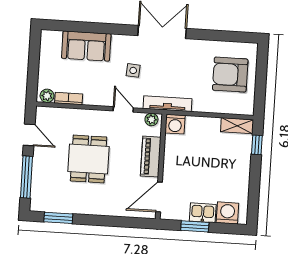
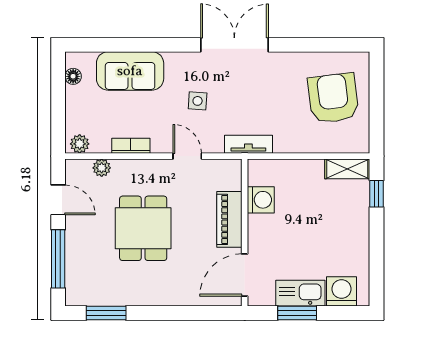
floor lamp: (45, 47) -> (73, 76), added
armchair: (230, 75) -> (333, 98), turned 83
bookcase: (69, 99) -> (131, 146), moved
tv unit: (168, 104) -> (248, 144), width x0.71
plant: (151, 120) -> (102, 168), moved
washing machine: (175, 124) -> (261, 200), moved, turned -90
kitchen sink: (203, 213) -> (300, 293), width x1.38

